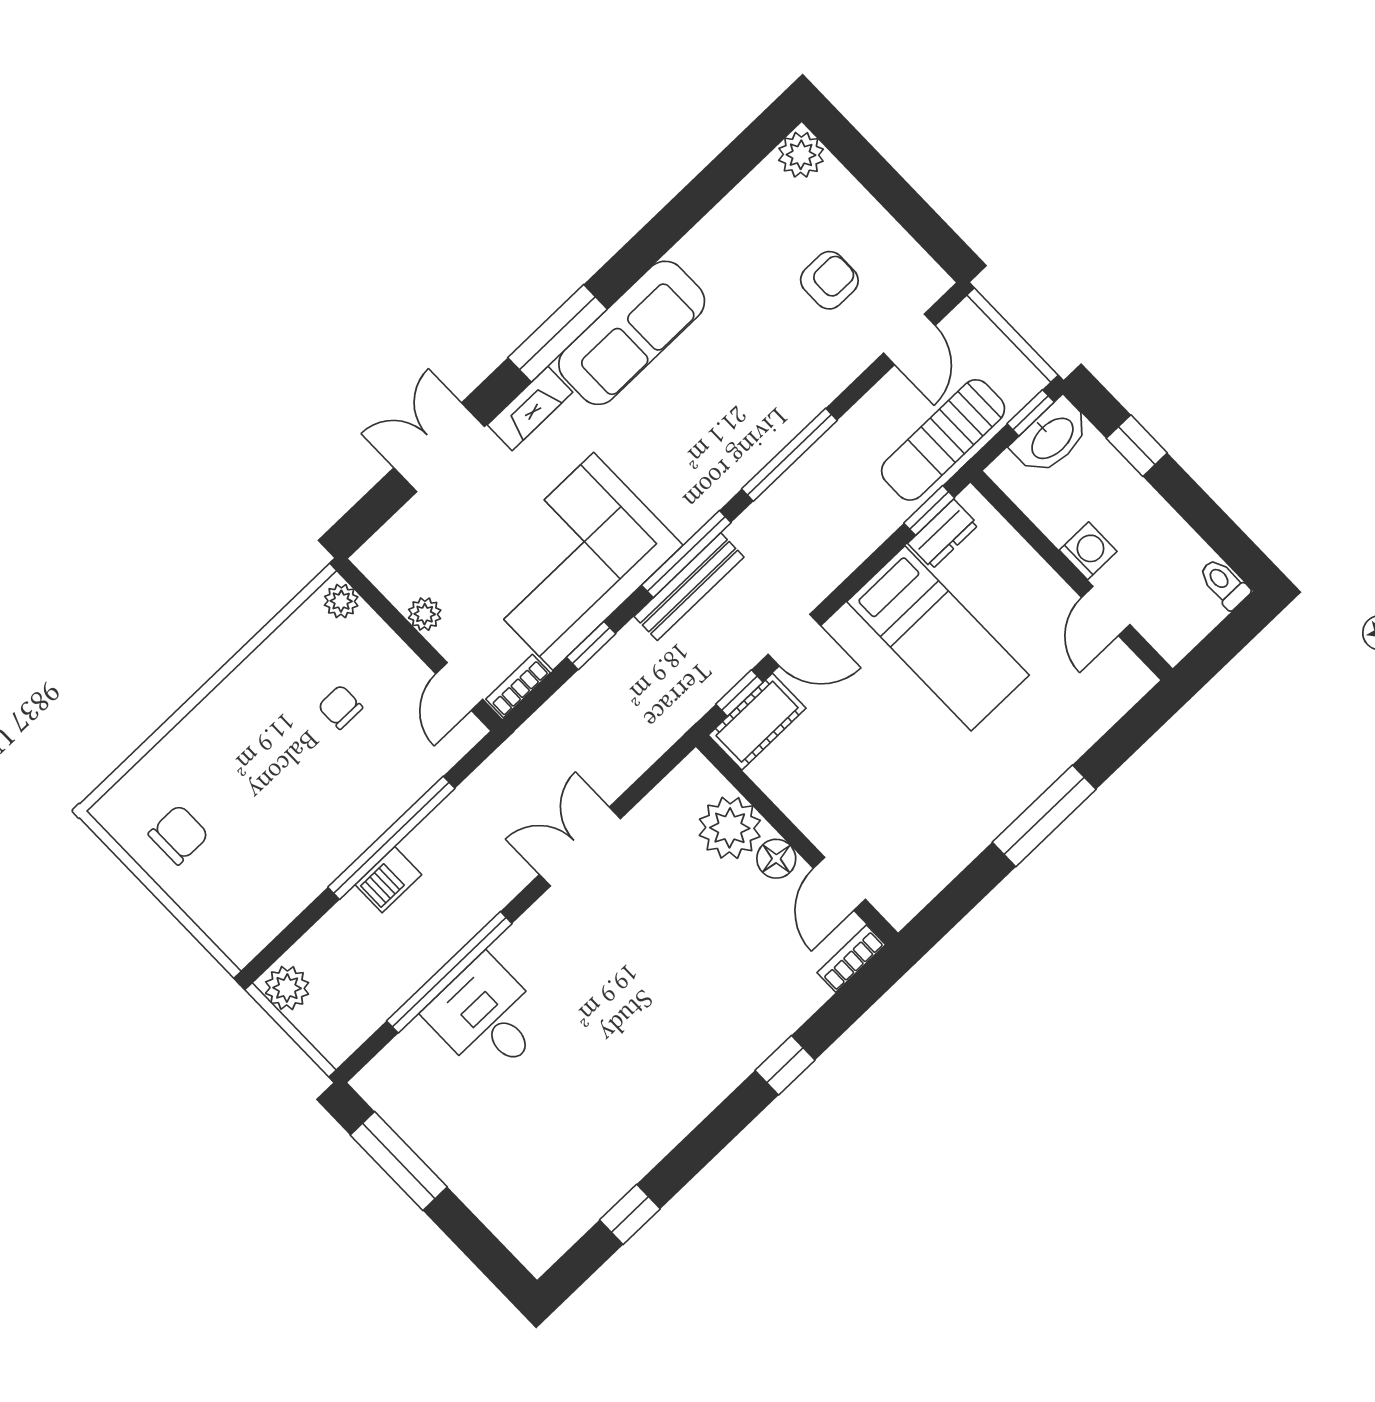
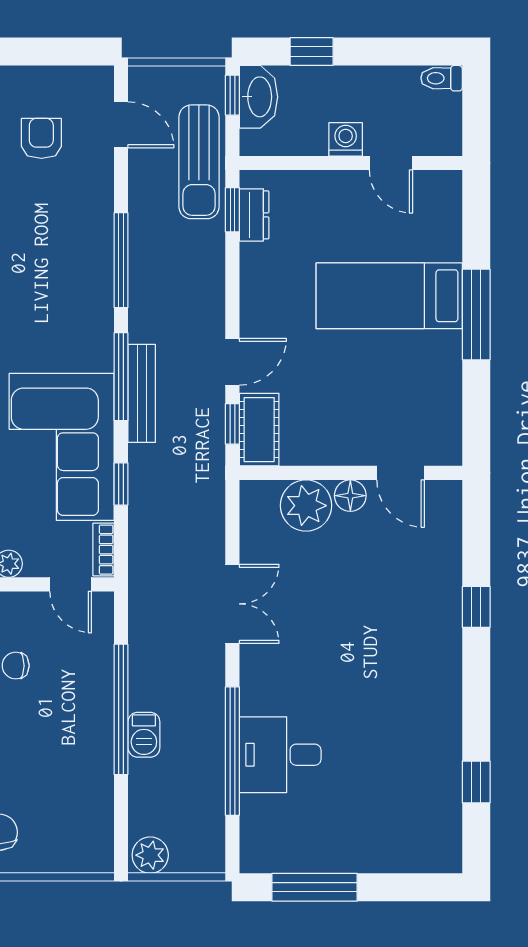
bed: (938, 638) -> (389, 296), moved, turned 180
double door: (580, 847) -> (232, 604), swing flipped
bookcase: (851, 959) -> (451, 508), removed

